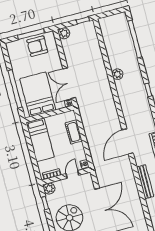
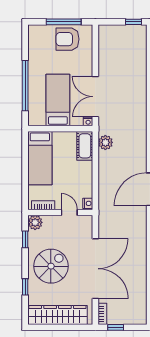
plant: (64, 33) -> (105, 142), moved
bed: (38, 94) -> (58, 100), width x0.67
cot: (74, 132) -> (85, 146), moved
door: (73, 174) -> (69, 212), hinge flipped

